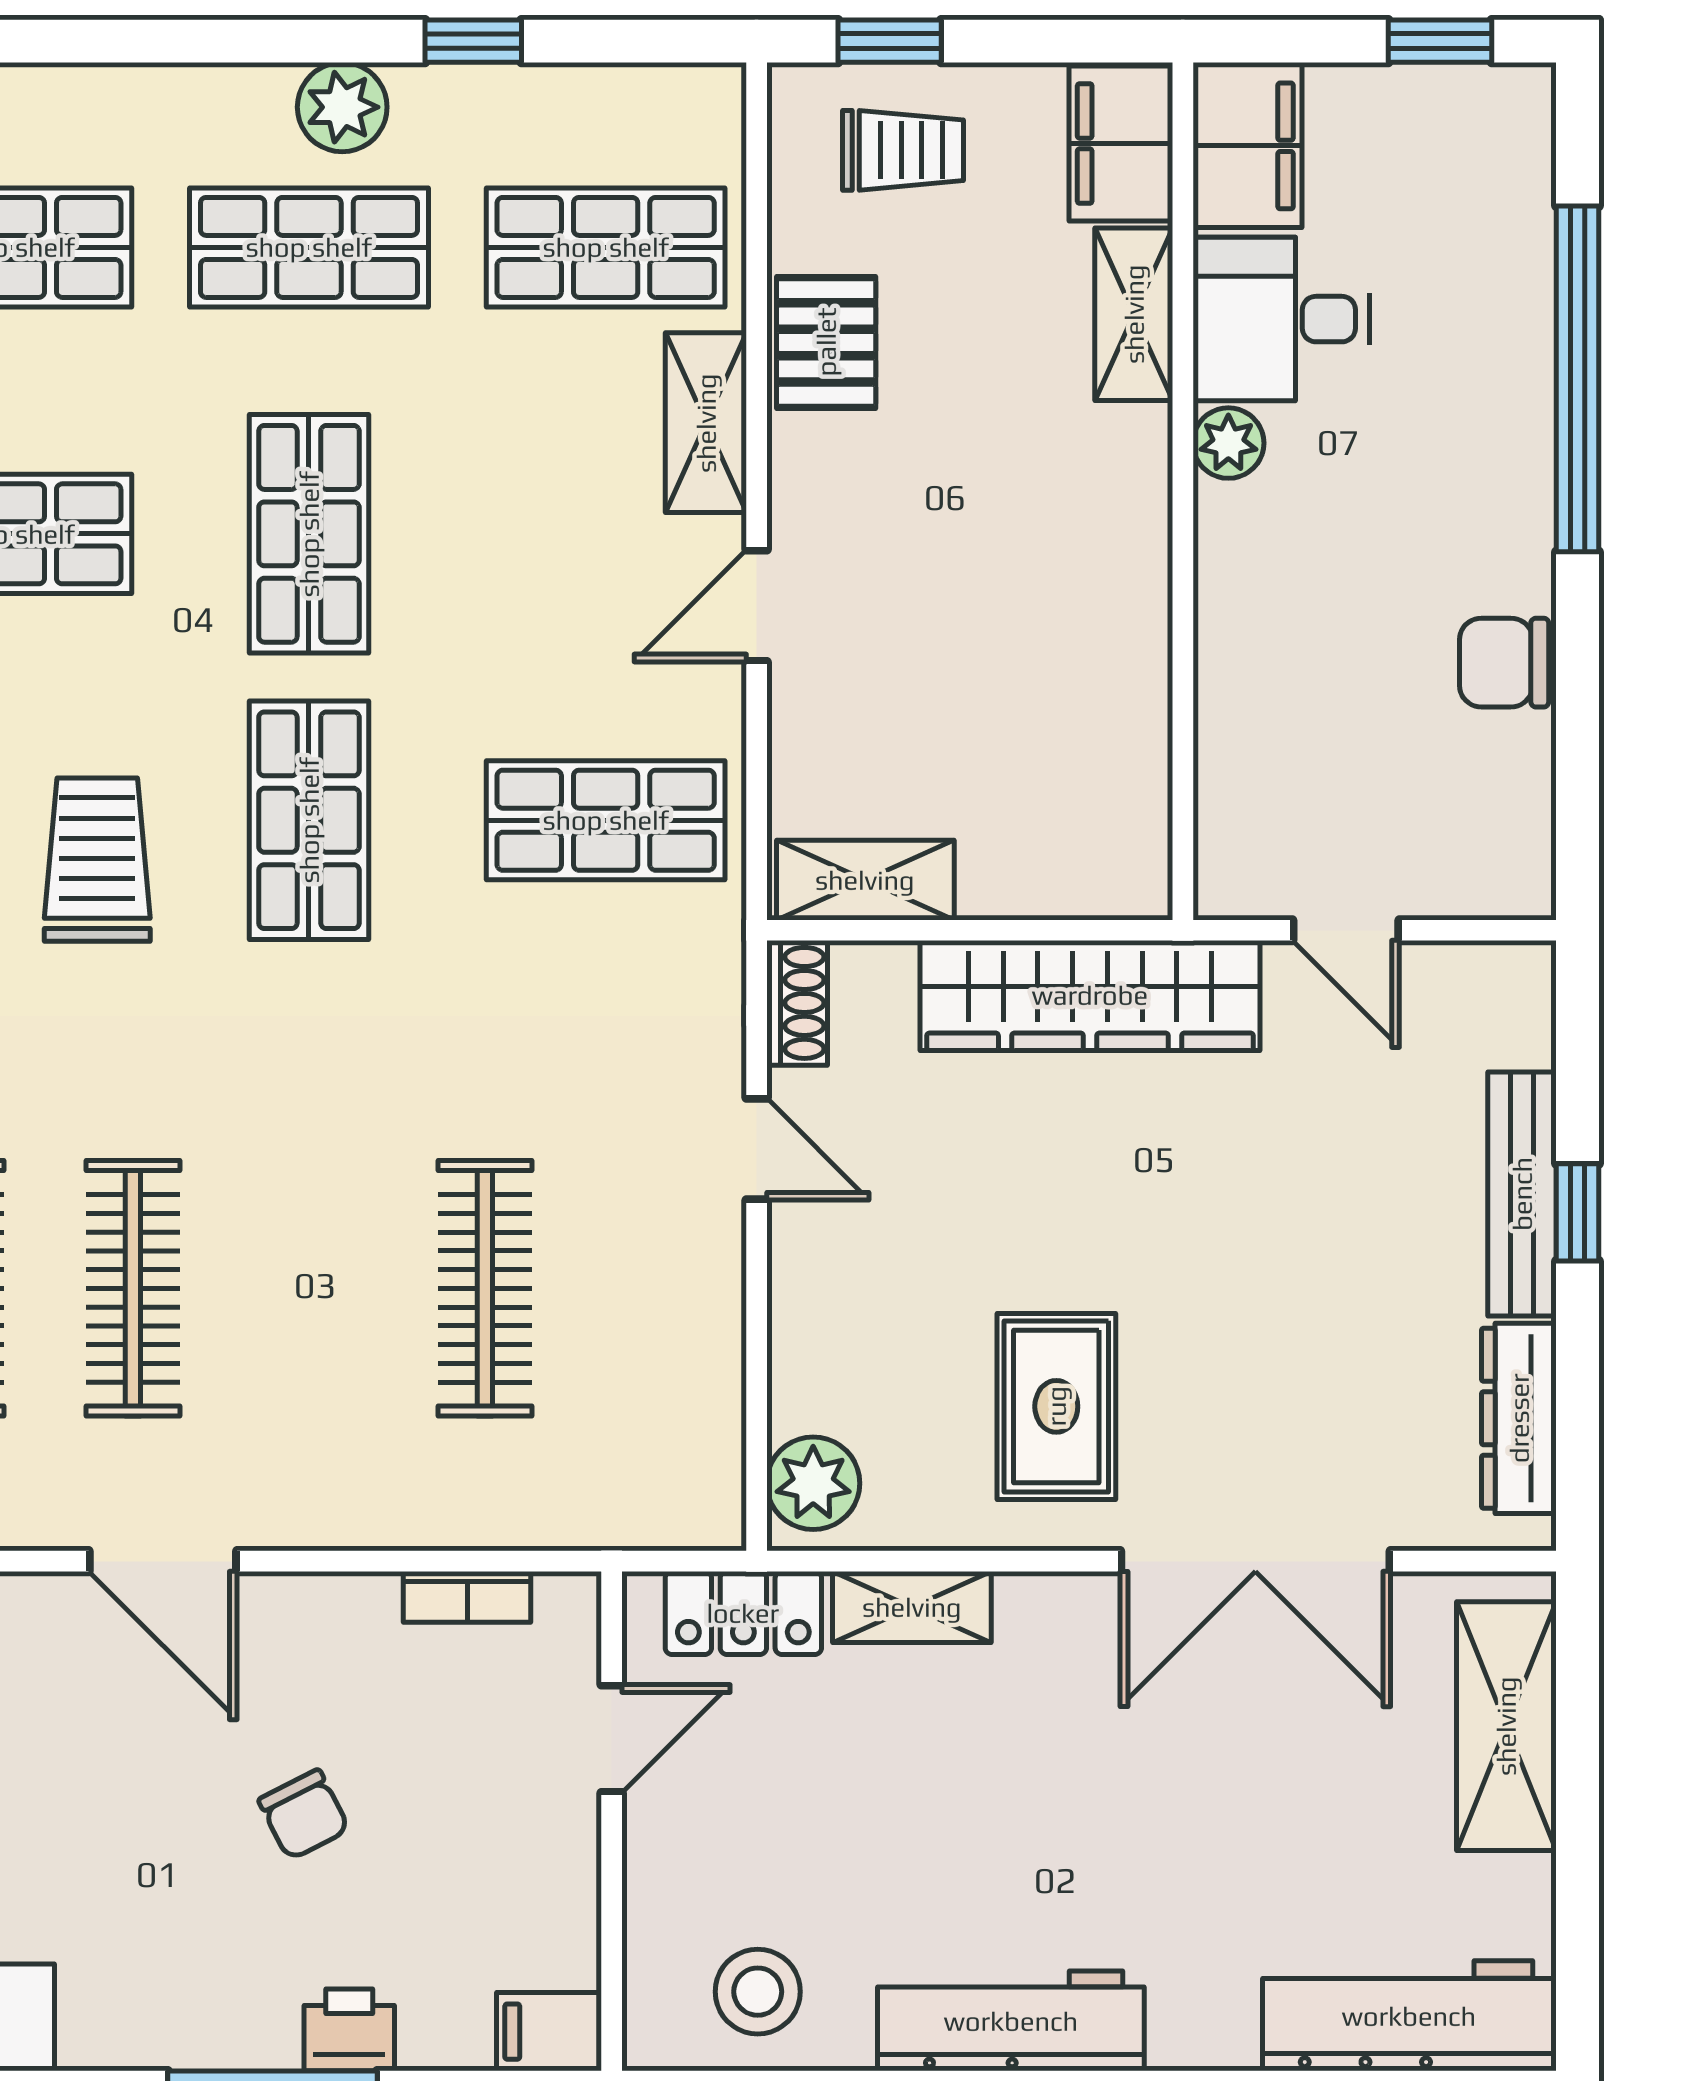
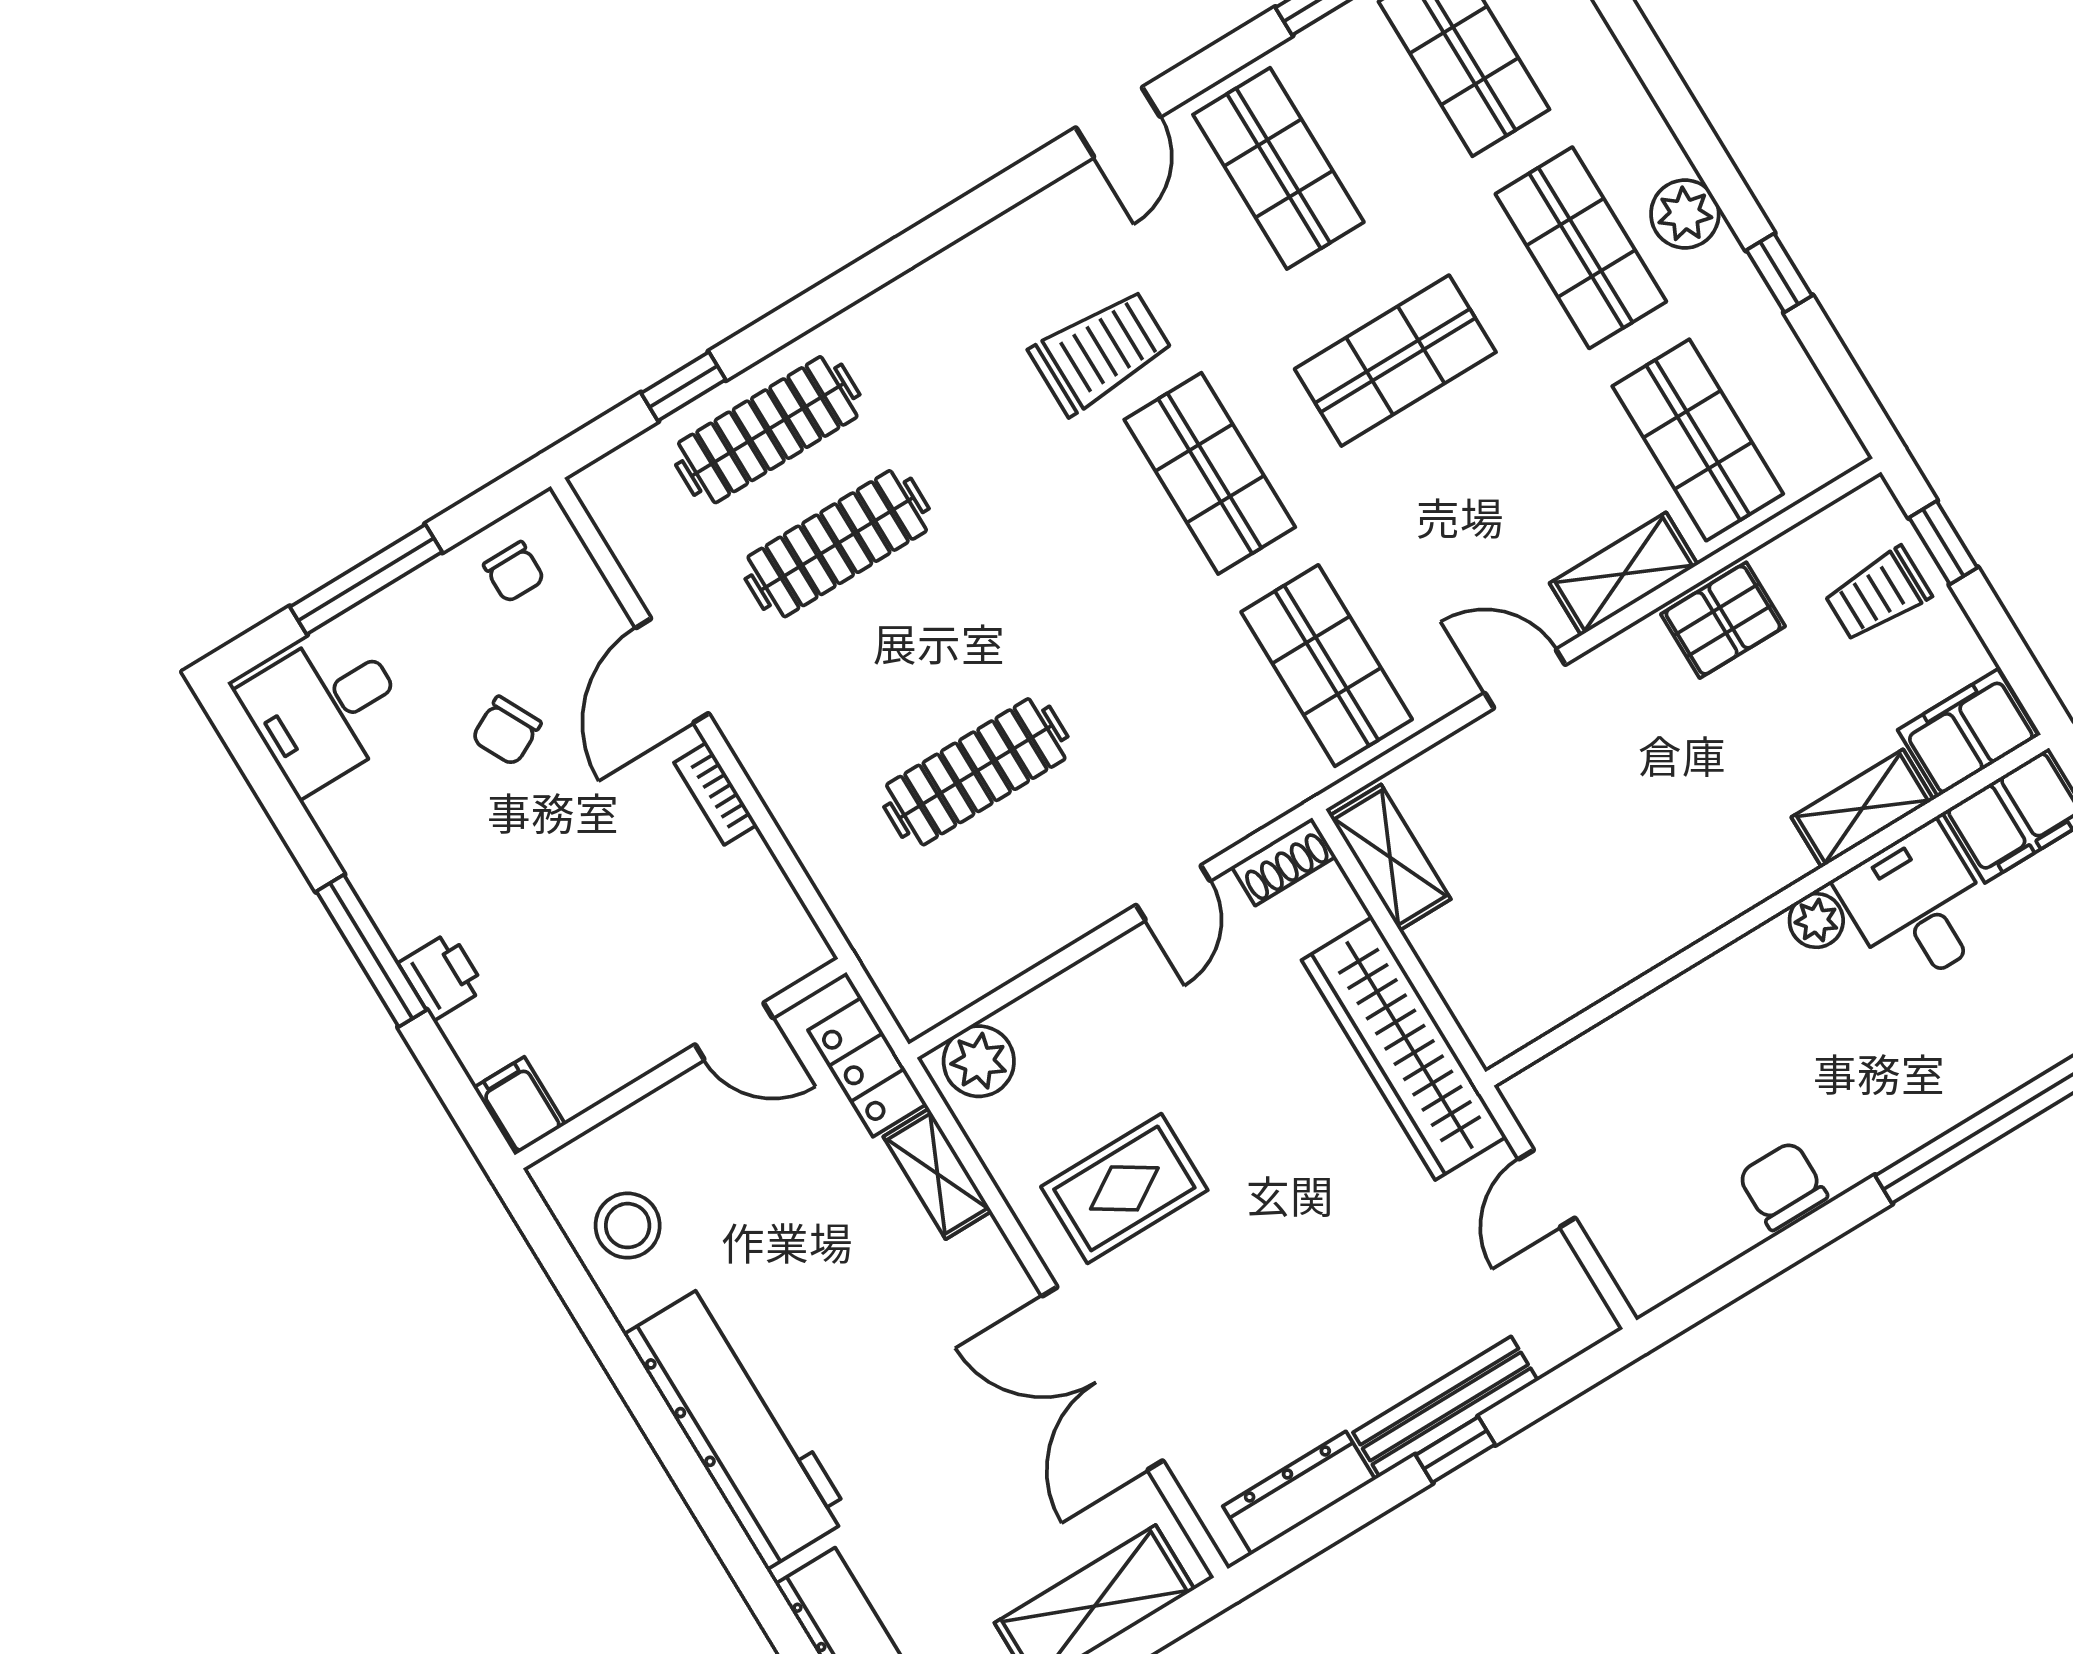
trolley: (903, 150) -> (1878, 594), turned 90
shop shelf: (309, 820) -> (1210, 473), turned 90
bookcase: (467, 1597) -> (715, 794), moved
chair: (304, 1815) -> (506, 731), moved
workbench: (1011, 2021) -> (738, 1426), width x1.36, depth x1.32

